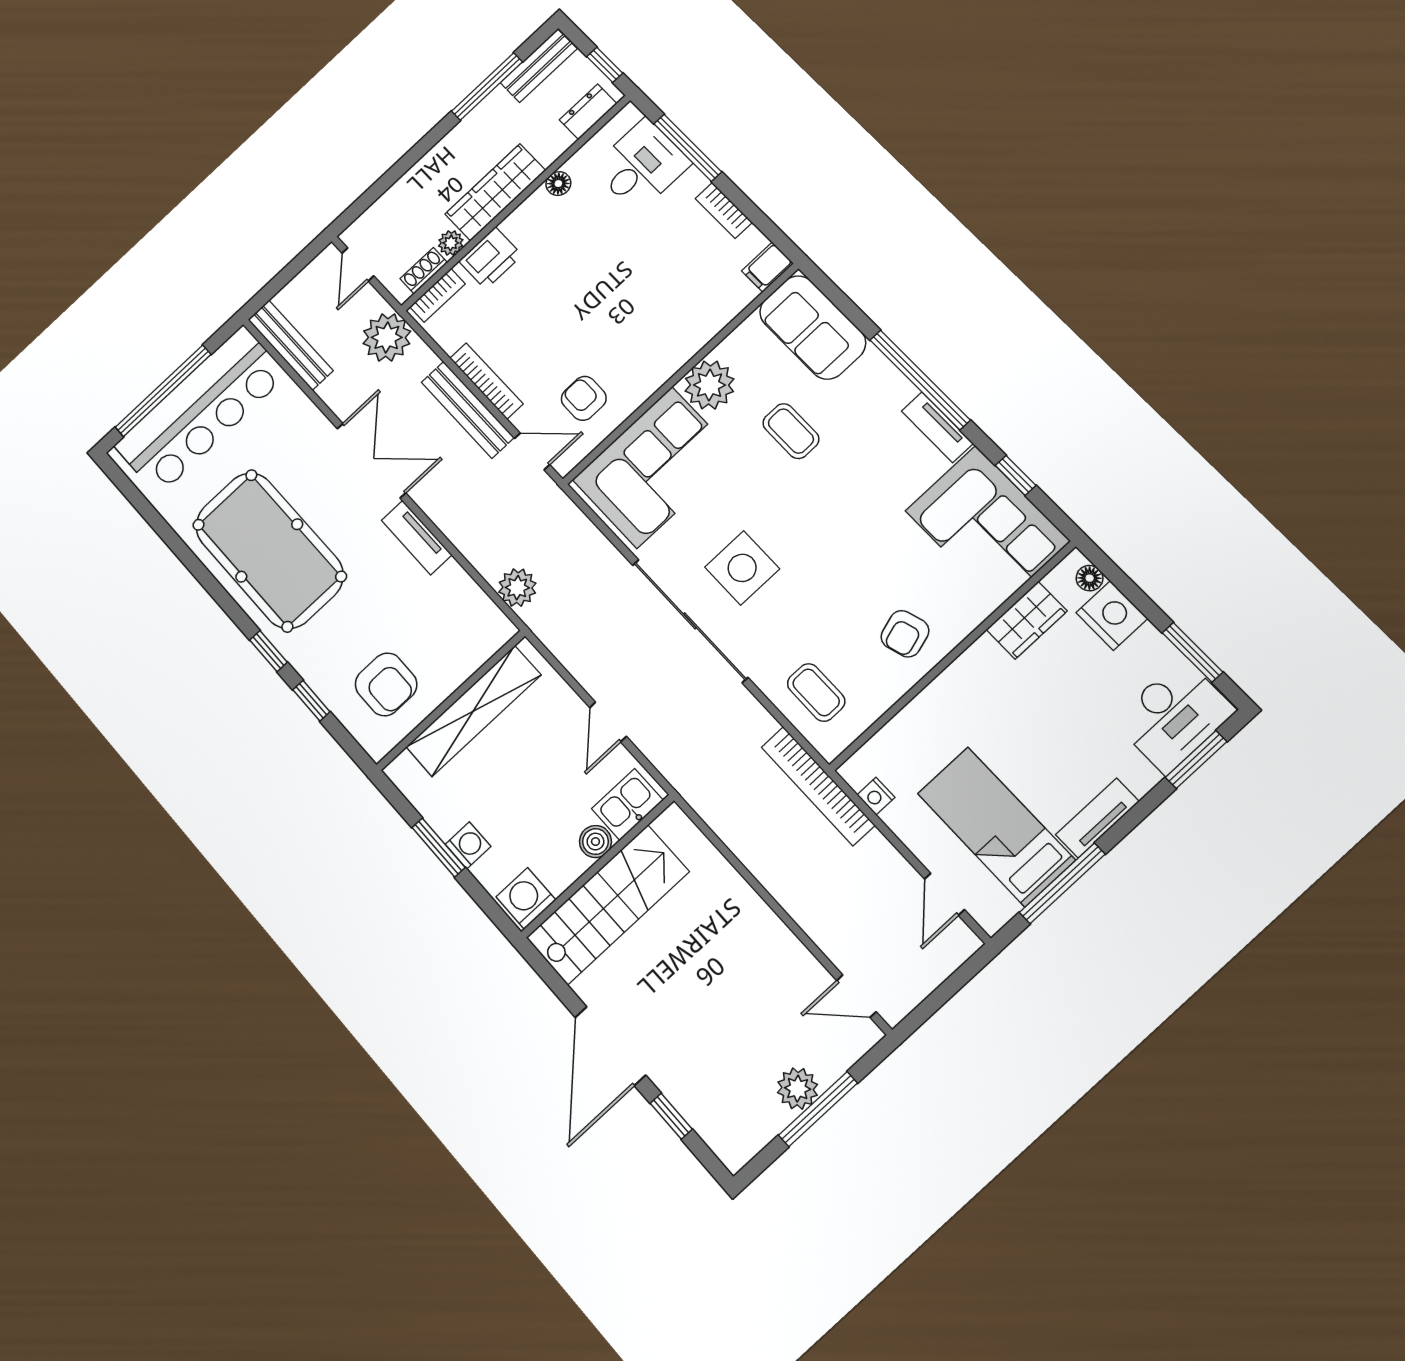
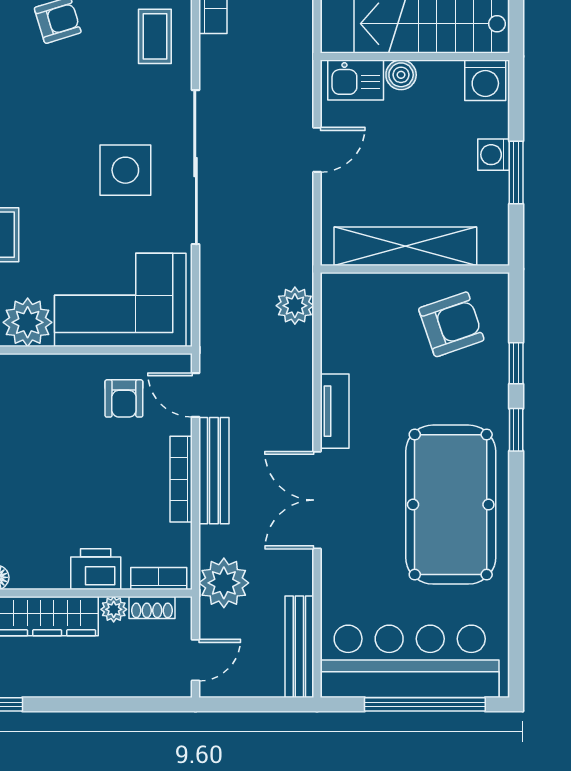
armchair: (386, 684) -> (451, 324), turned 71

